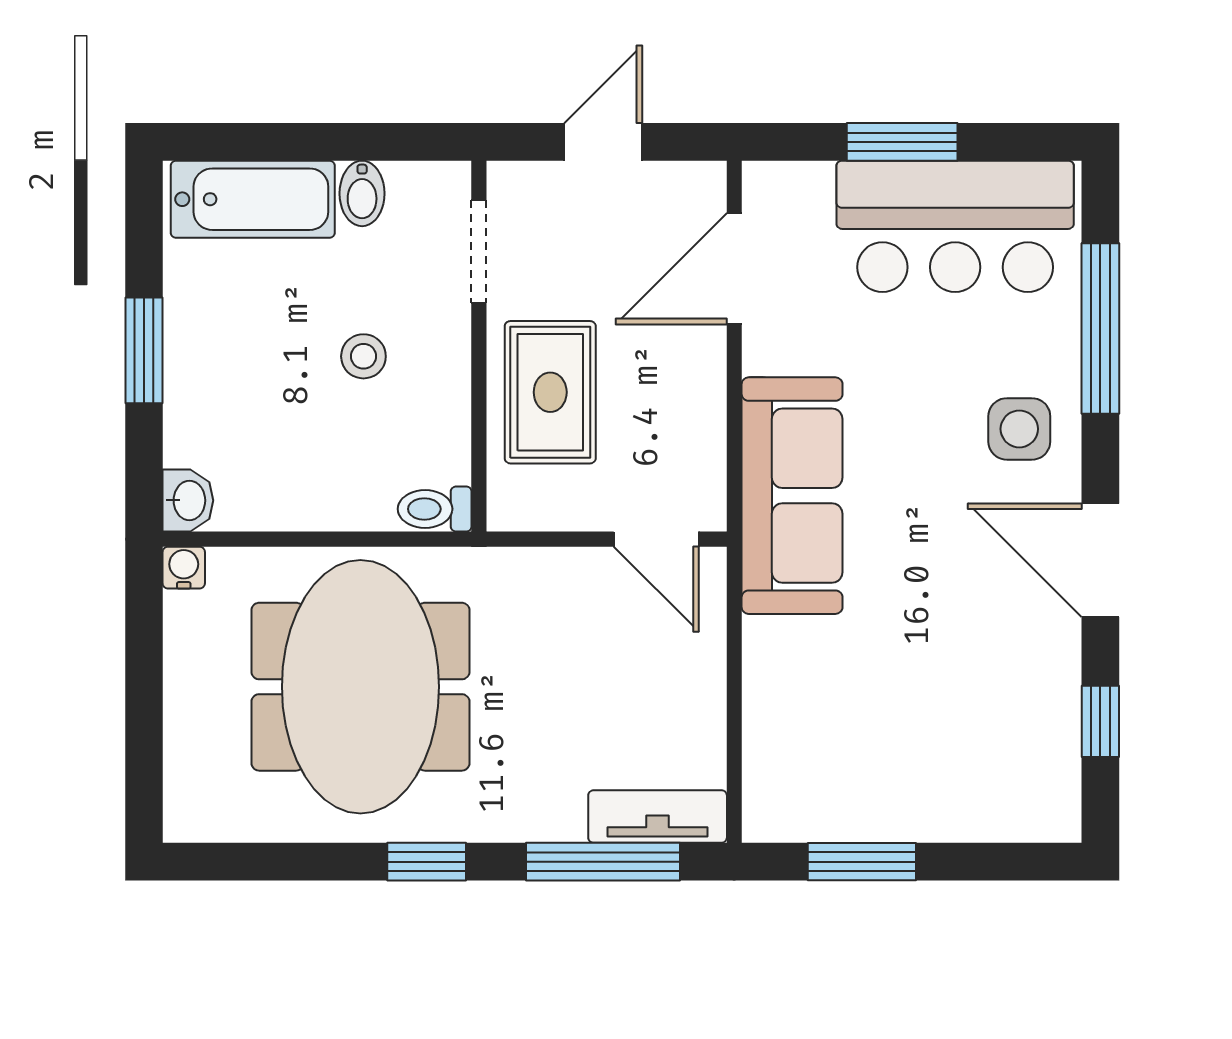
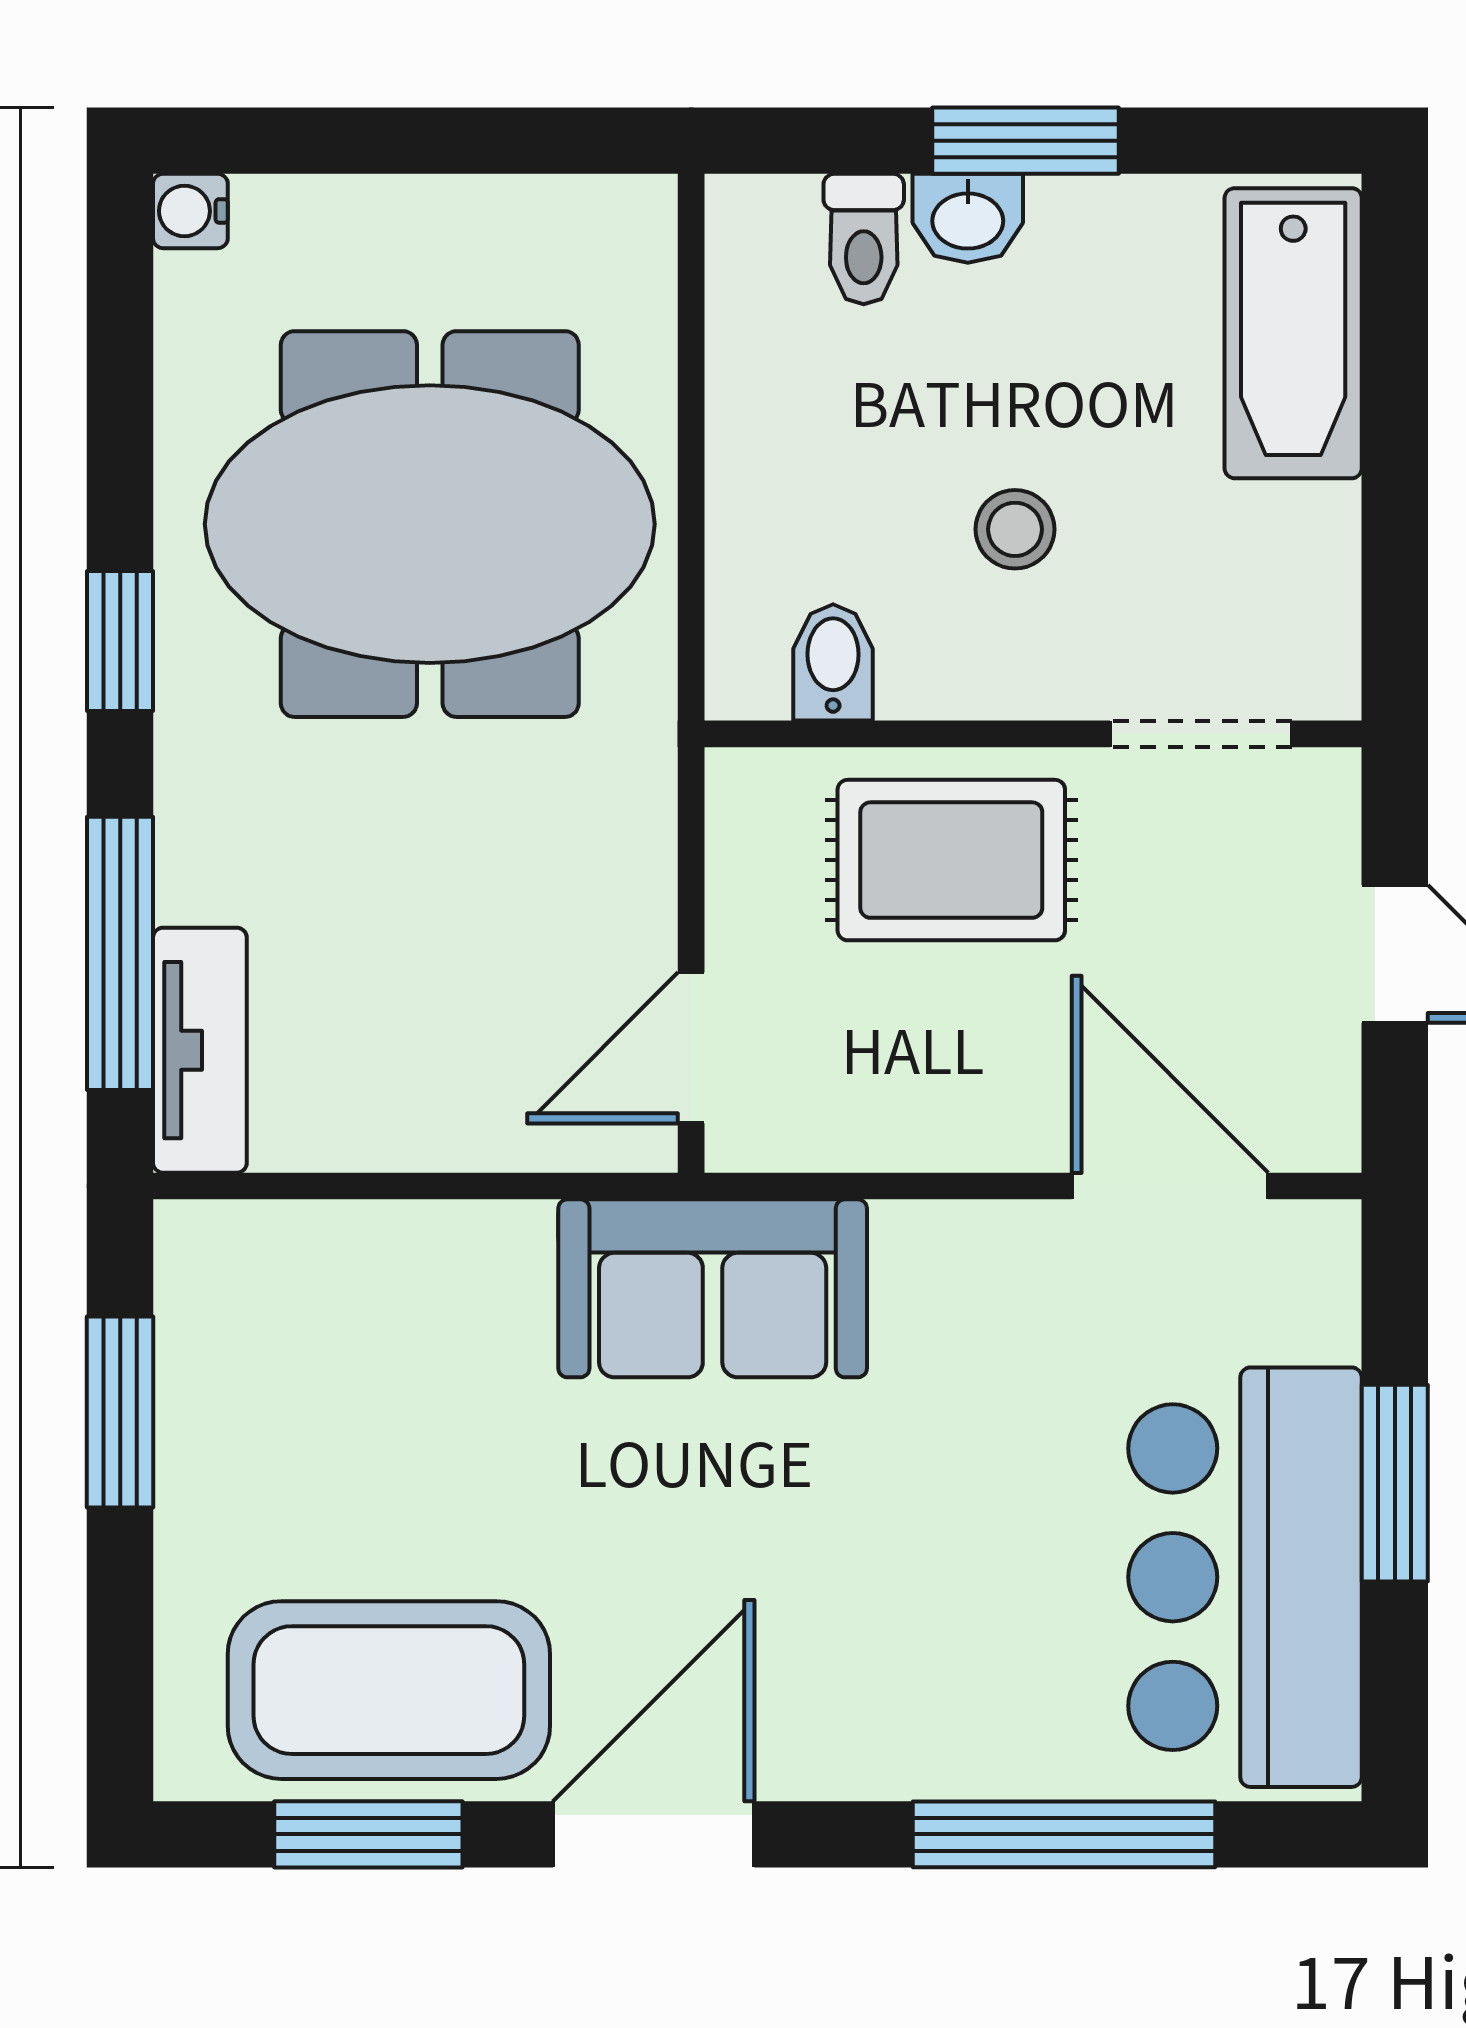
bidet: (362, 193) -> (833, 662), moved, turned 90
side table: (1019, 429) -> (886, 1691), removed
sofa: (792, 496) -> (713, 1288), width x0.73
washbasin: (188, 500) -> (968, 218), moved
toilet: (435, 509) -> (864, 239), moved, turned 180
water cooler: (184, 568) -> (190, 211), moved, turned 180
coffee table: (1019, 710) -> (389, 1690), added
window: (1100, 721) -> (368, 1834), width x1.50

